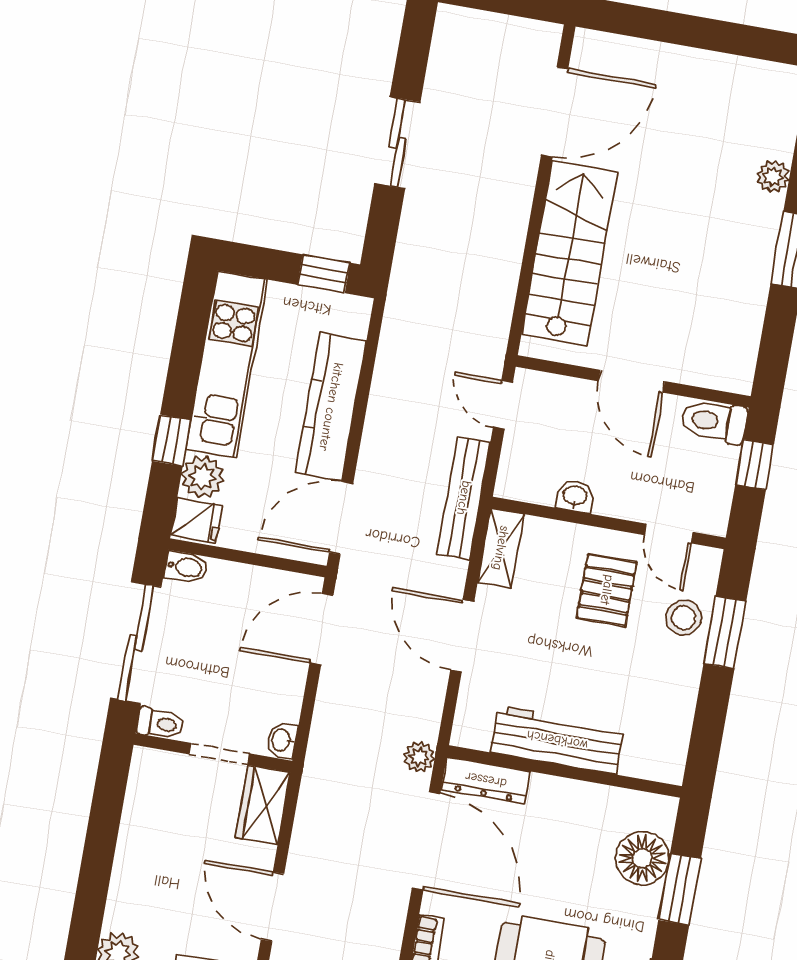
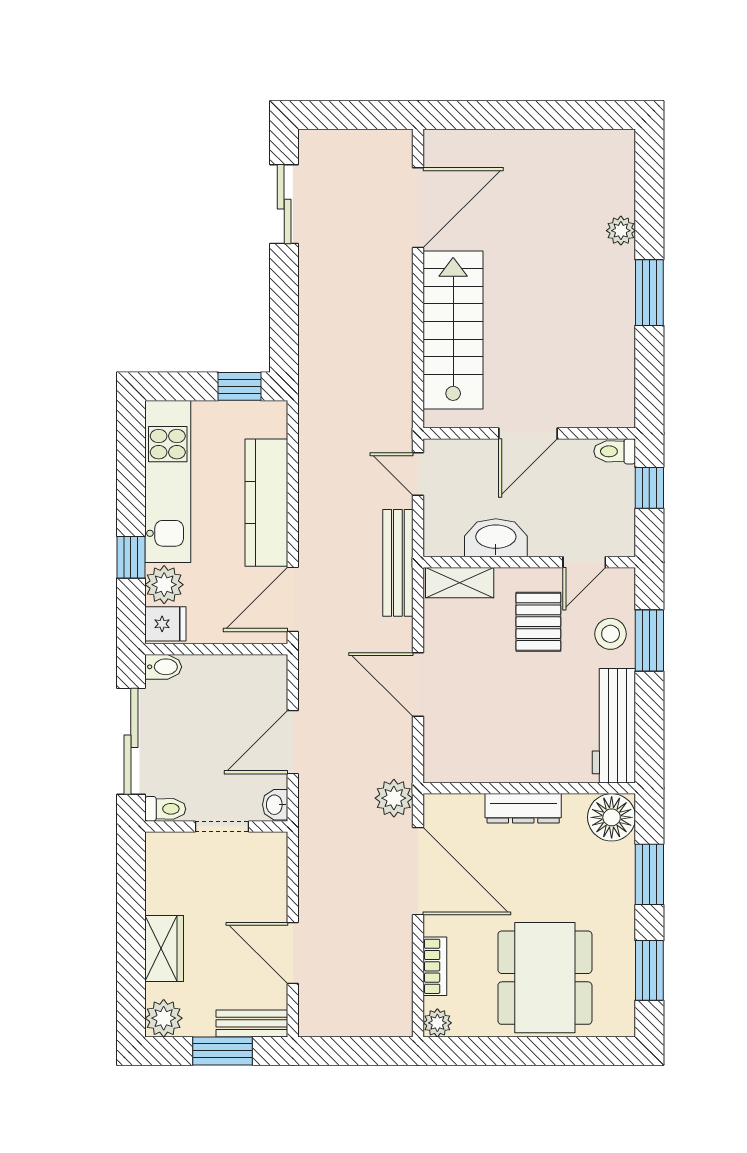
sliding door: (397, 143) -> (284, 204), moved
door: (632, 381) -> (528, 433), hinge flipped
toilet: (714, 421) -> (615, 451), width x0.73, depth x0.72
washbasin: (575, 496) -> (496, 538), width x1.91, depth x1.45
door: (669, 534) -> (584, 562), hinge flipped
shelving: (501, 548) -> (460, 583), moved, turned 90
door: (321, 629) -> (293, 742), moved
workbench: (557, 740) -> (614, 726), moved, turned -90
plant: (419, 757) -> (394, 798), width x1.38, depth x1.38
dresser: (486, 780) -> (523, 808), moved
wardrobe: (263, 805) -> (164, 949), moved, turned 180
floor lamp: (642, 858) -> (612, 817), moved

